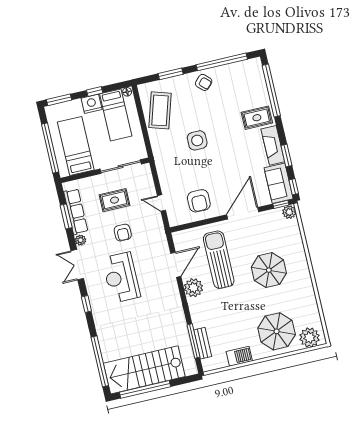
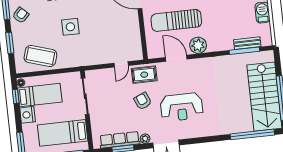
window: (95, 92) -> (16, 96), moved
rug: (115, 200) -> (144, 75), moved, turned 90
armchair: (199, 201) -> (123, 32), removed
armchair: (123, 233) -> (143, 101), turned -113
window: (86, 304) -> (201, 140), removed

